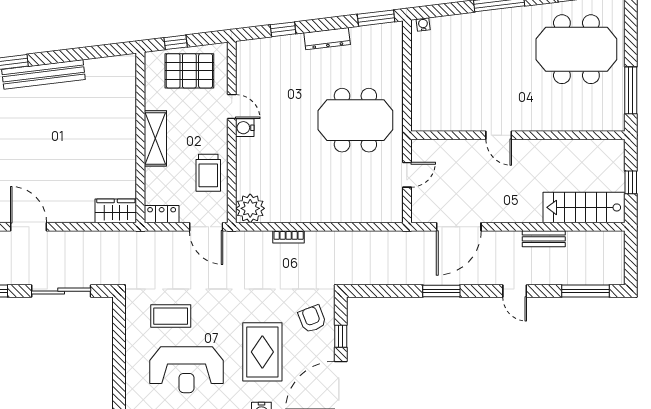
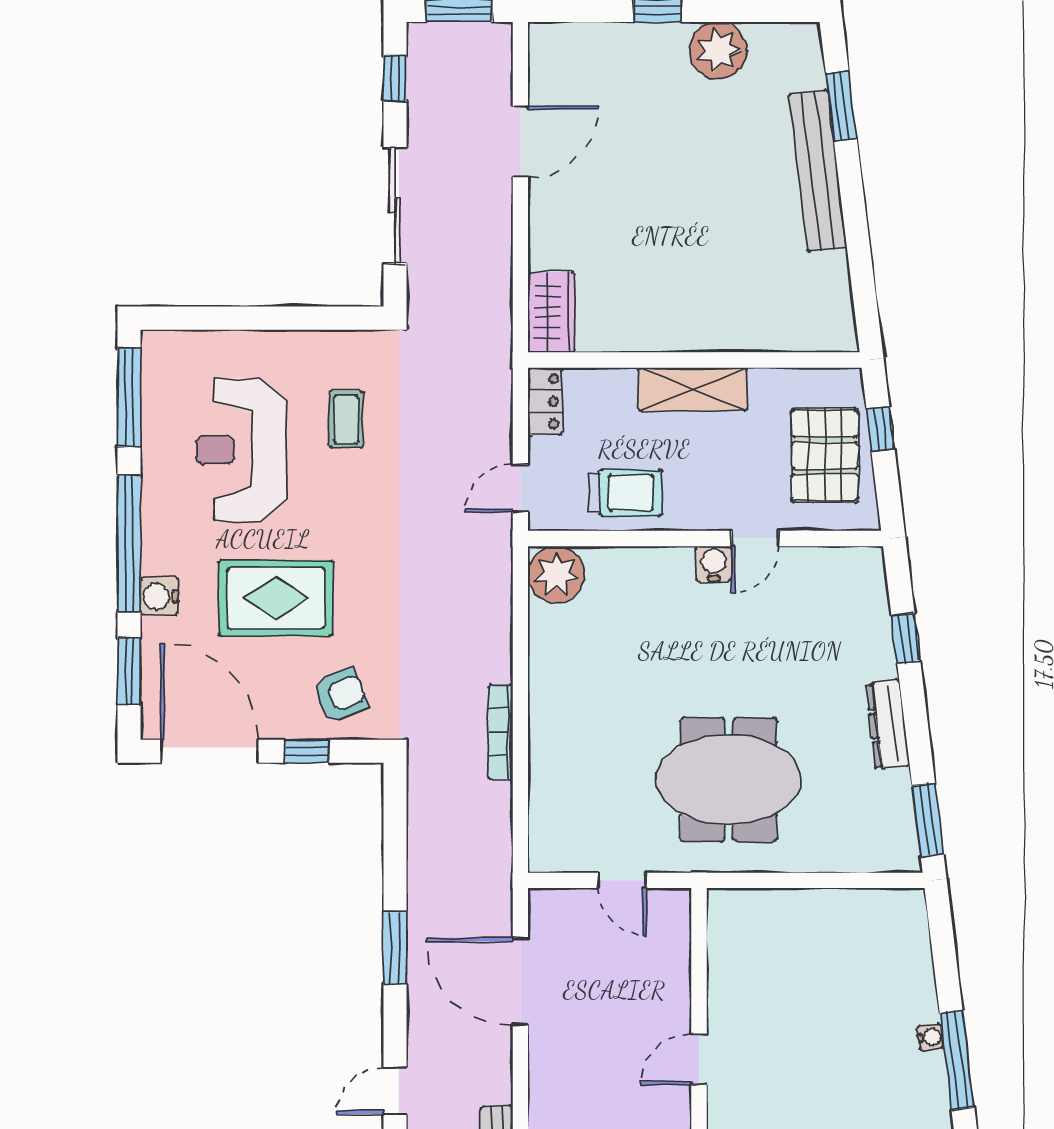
water cooler: (423, 25) -> (930, 1037), moved
meeting table: (355, 120) -> (729, 780), turned 90
trolley: (208, 173) -> (626, 492), turned 180
door: (206, 227) -> (520, 488), width x0.73
bookcase: (289, 237) -> (501, 732), moved, width x1.56
coffee table: (171, 316) -> (346, 419), width x0.73, depth x0.77

